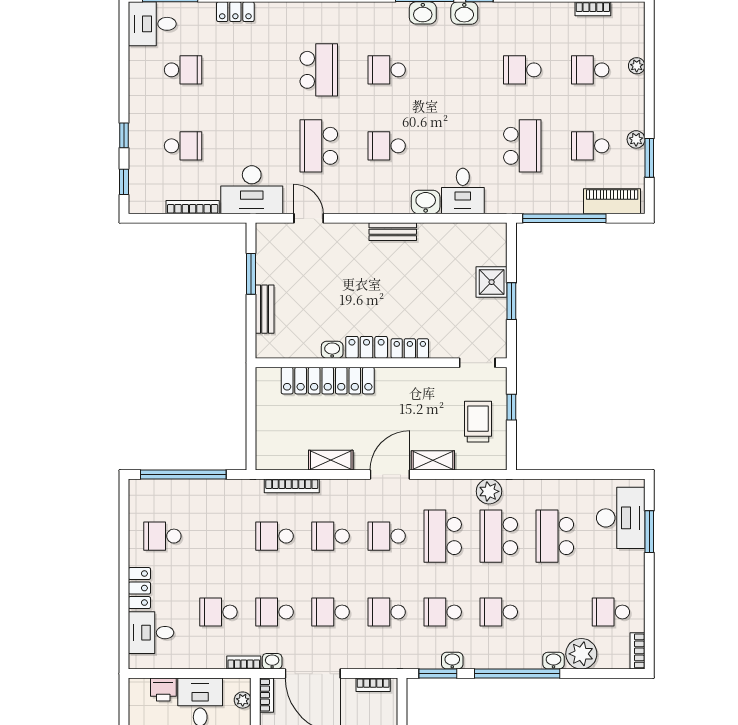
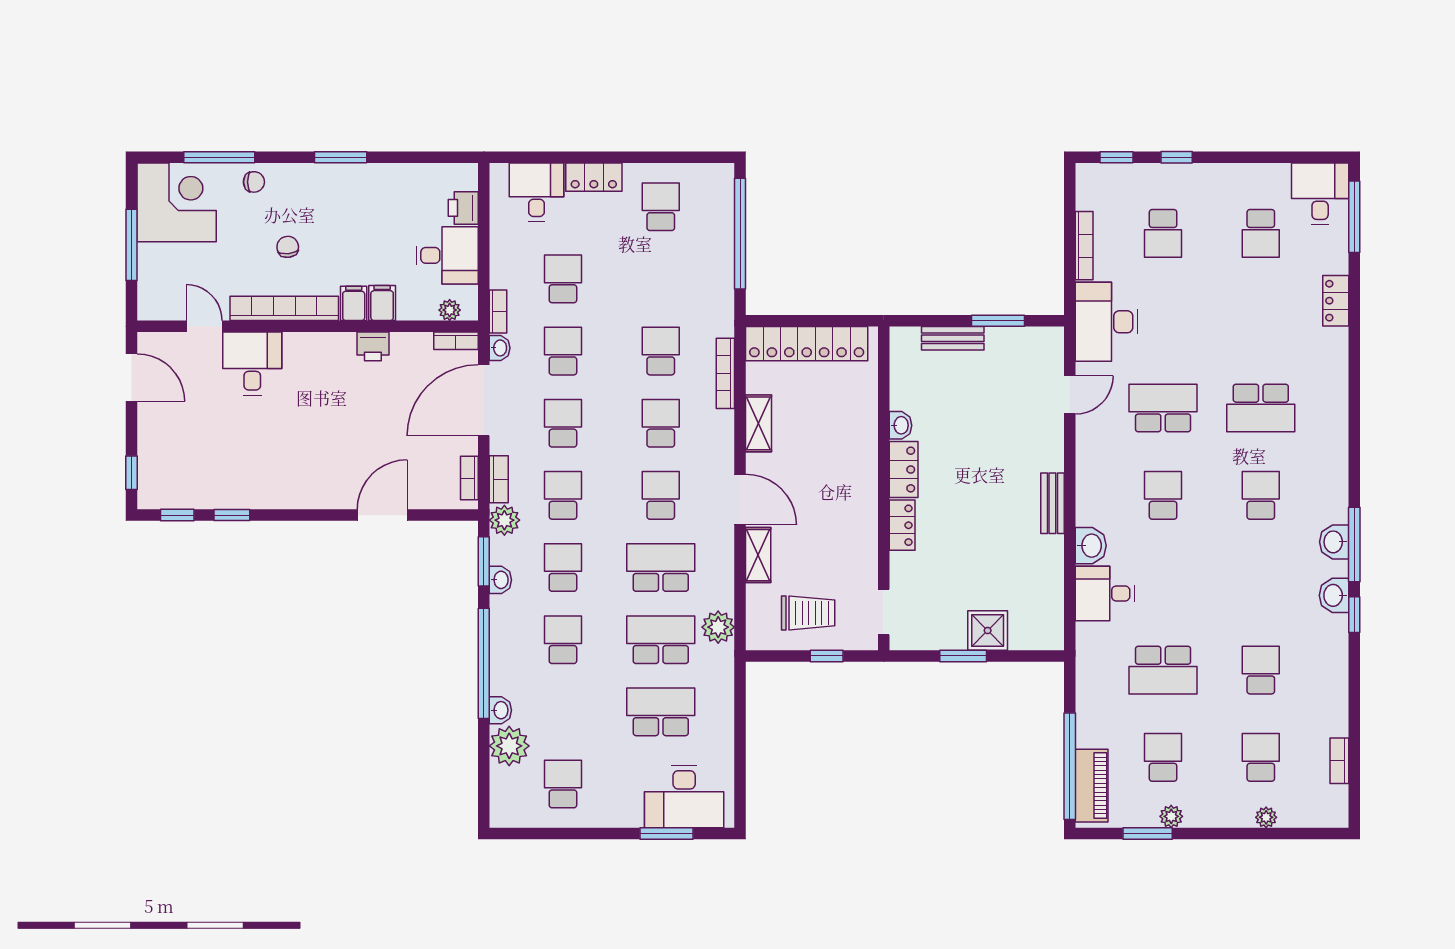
window: (564, 218) -> (1070, 766), moved
locker: (328, 381) -> (807, 344), moved, turned -90
bookcase: (638, 651) -> (499, 479), moved, turned 90
plant: (406, 657) -> (504, 520), added

